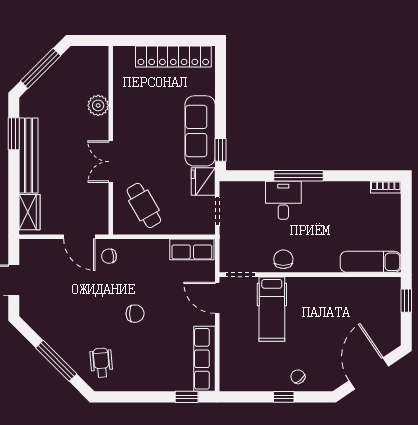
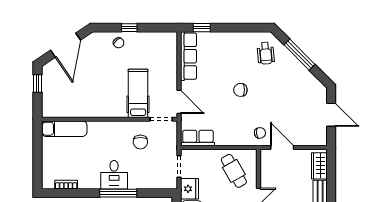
bookcase: (386, 187) -> (66, 185), moved
desk: (283, 200) -> (114, 175), moved
chair: (283, 259) -> (140, 142), moved
window: (406, 301) -> (37, 83), moved

